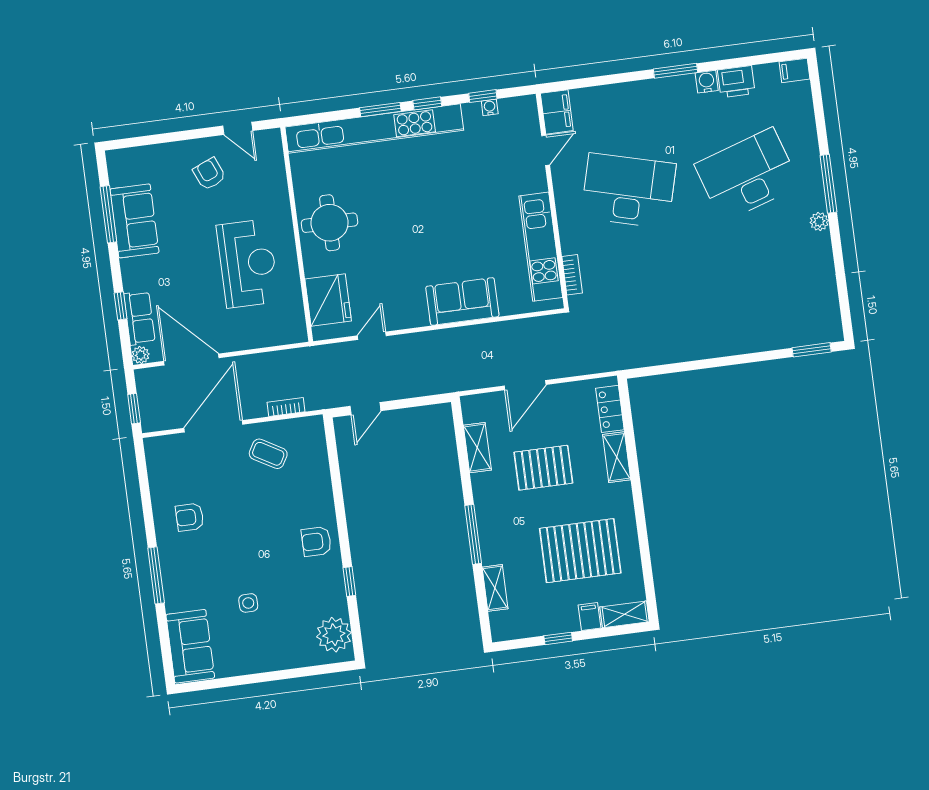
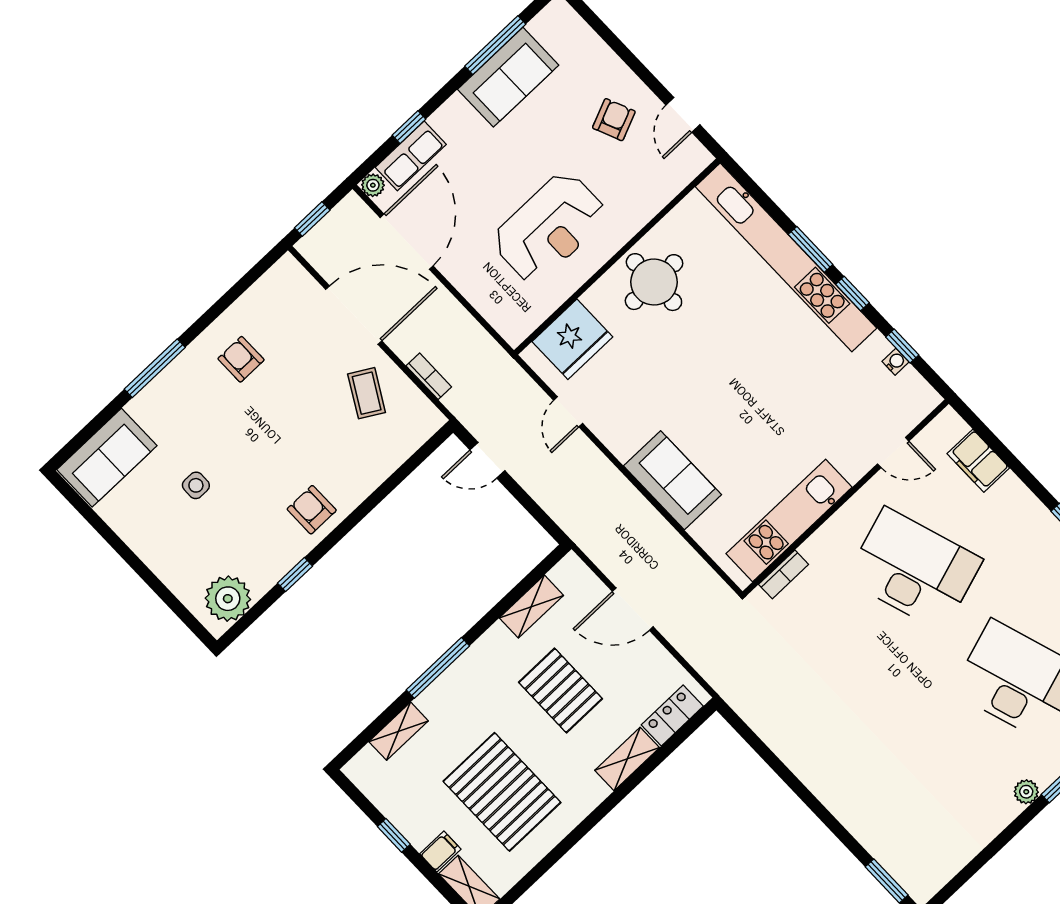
filing cabinet: (557, 112) -> (978, 461), moved, turned 90
desk: (628, 191) -> (914, 569), turned -33
door: (372, 336) -> (568, 412), swing flipped

